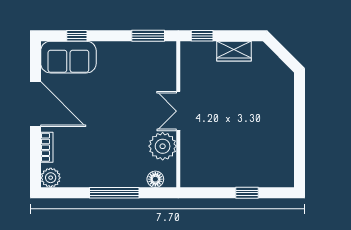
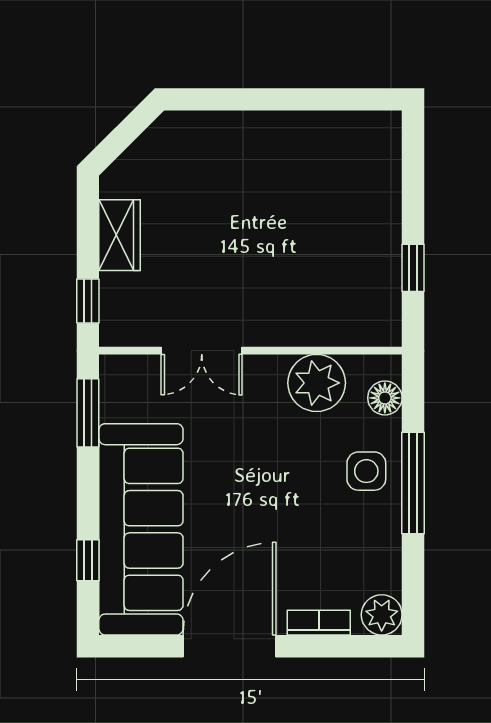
sofa: (68, 57) -> (141, 529), width x1.85, depth x1.27
double door: (178, 111) -> (202, 351), moved
side table: (120, 170) -> (366, 471), added
window: (247, 193) -> (413, 268), moved

